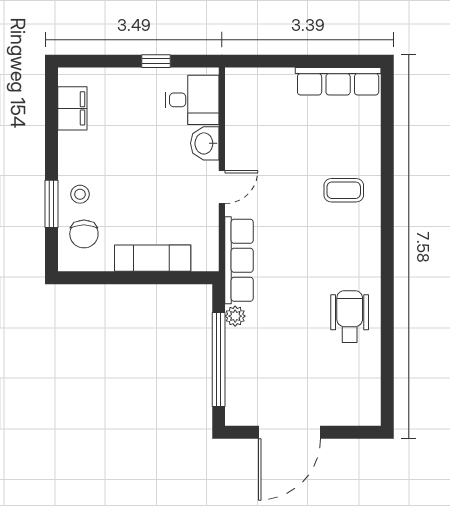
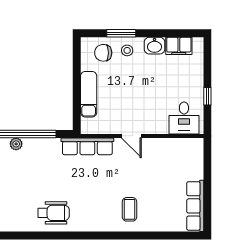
washbasin: (205, 143) -> (154, 46), moved, turned 180
plant: (235, 316) -> (16, 144), moved

